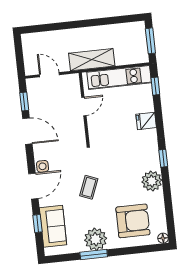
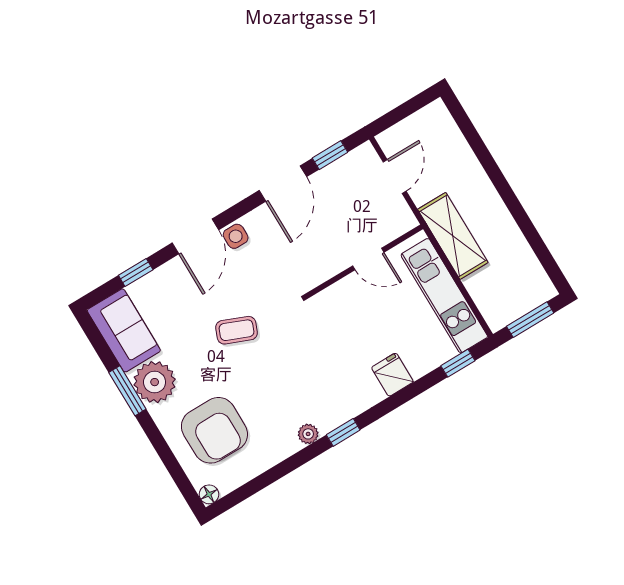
plant: (152, 181) -> (308, 434), width x0.53, depth x0.53
door: (33, 186) -> (195, 236), hinge flipped
sofa: (53, 226) -> (124, 330), moved, turned -90

